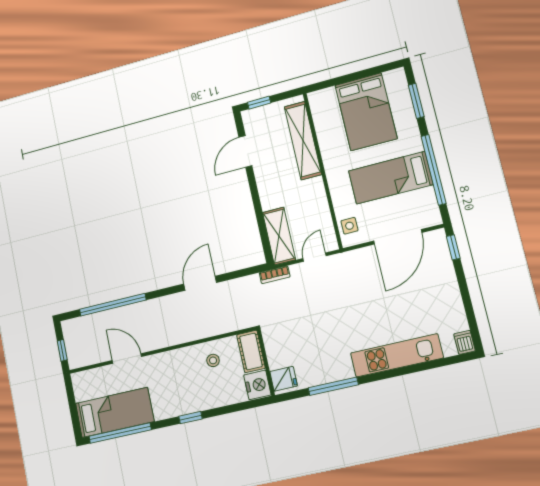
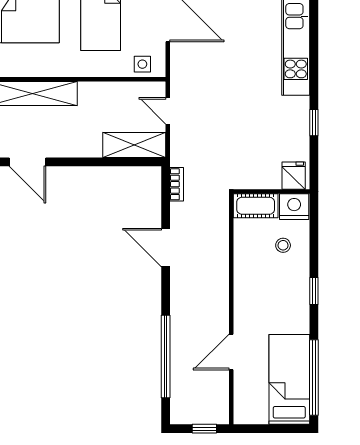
bookcase: (275, 275) -> (177, 184), moved
stool: (213, 360) -> (283, 245), moved
window: (333, 386) -> (314, 123), width x0.46

